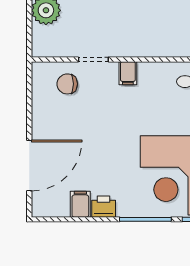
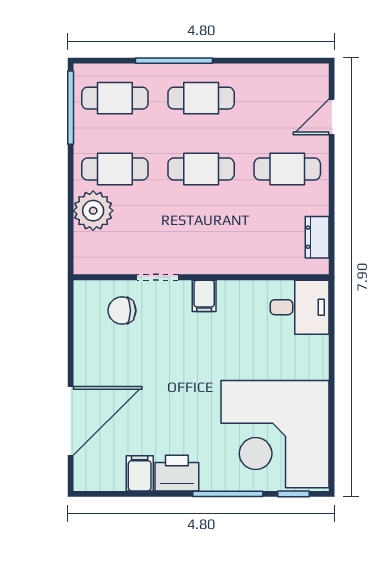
printer: (104, 207) -> (177, 473), width x1.36, depth x1.24

